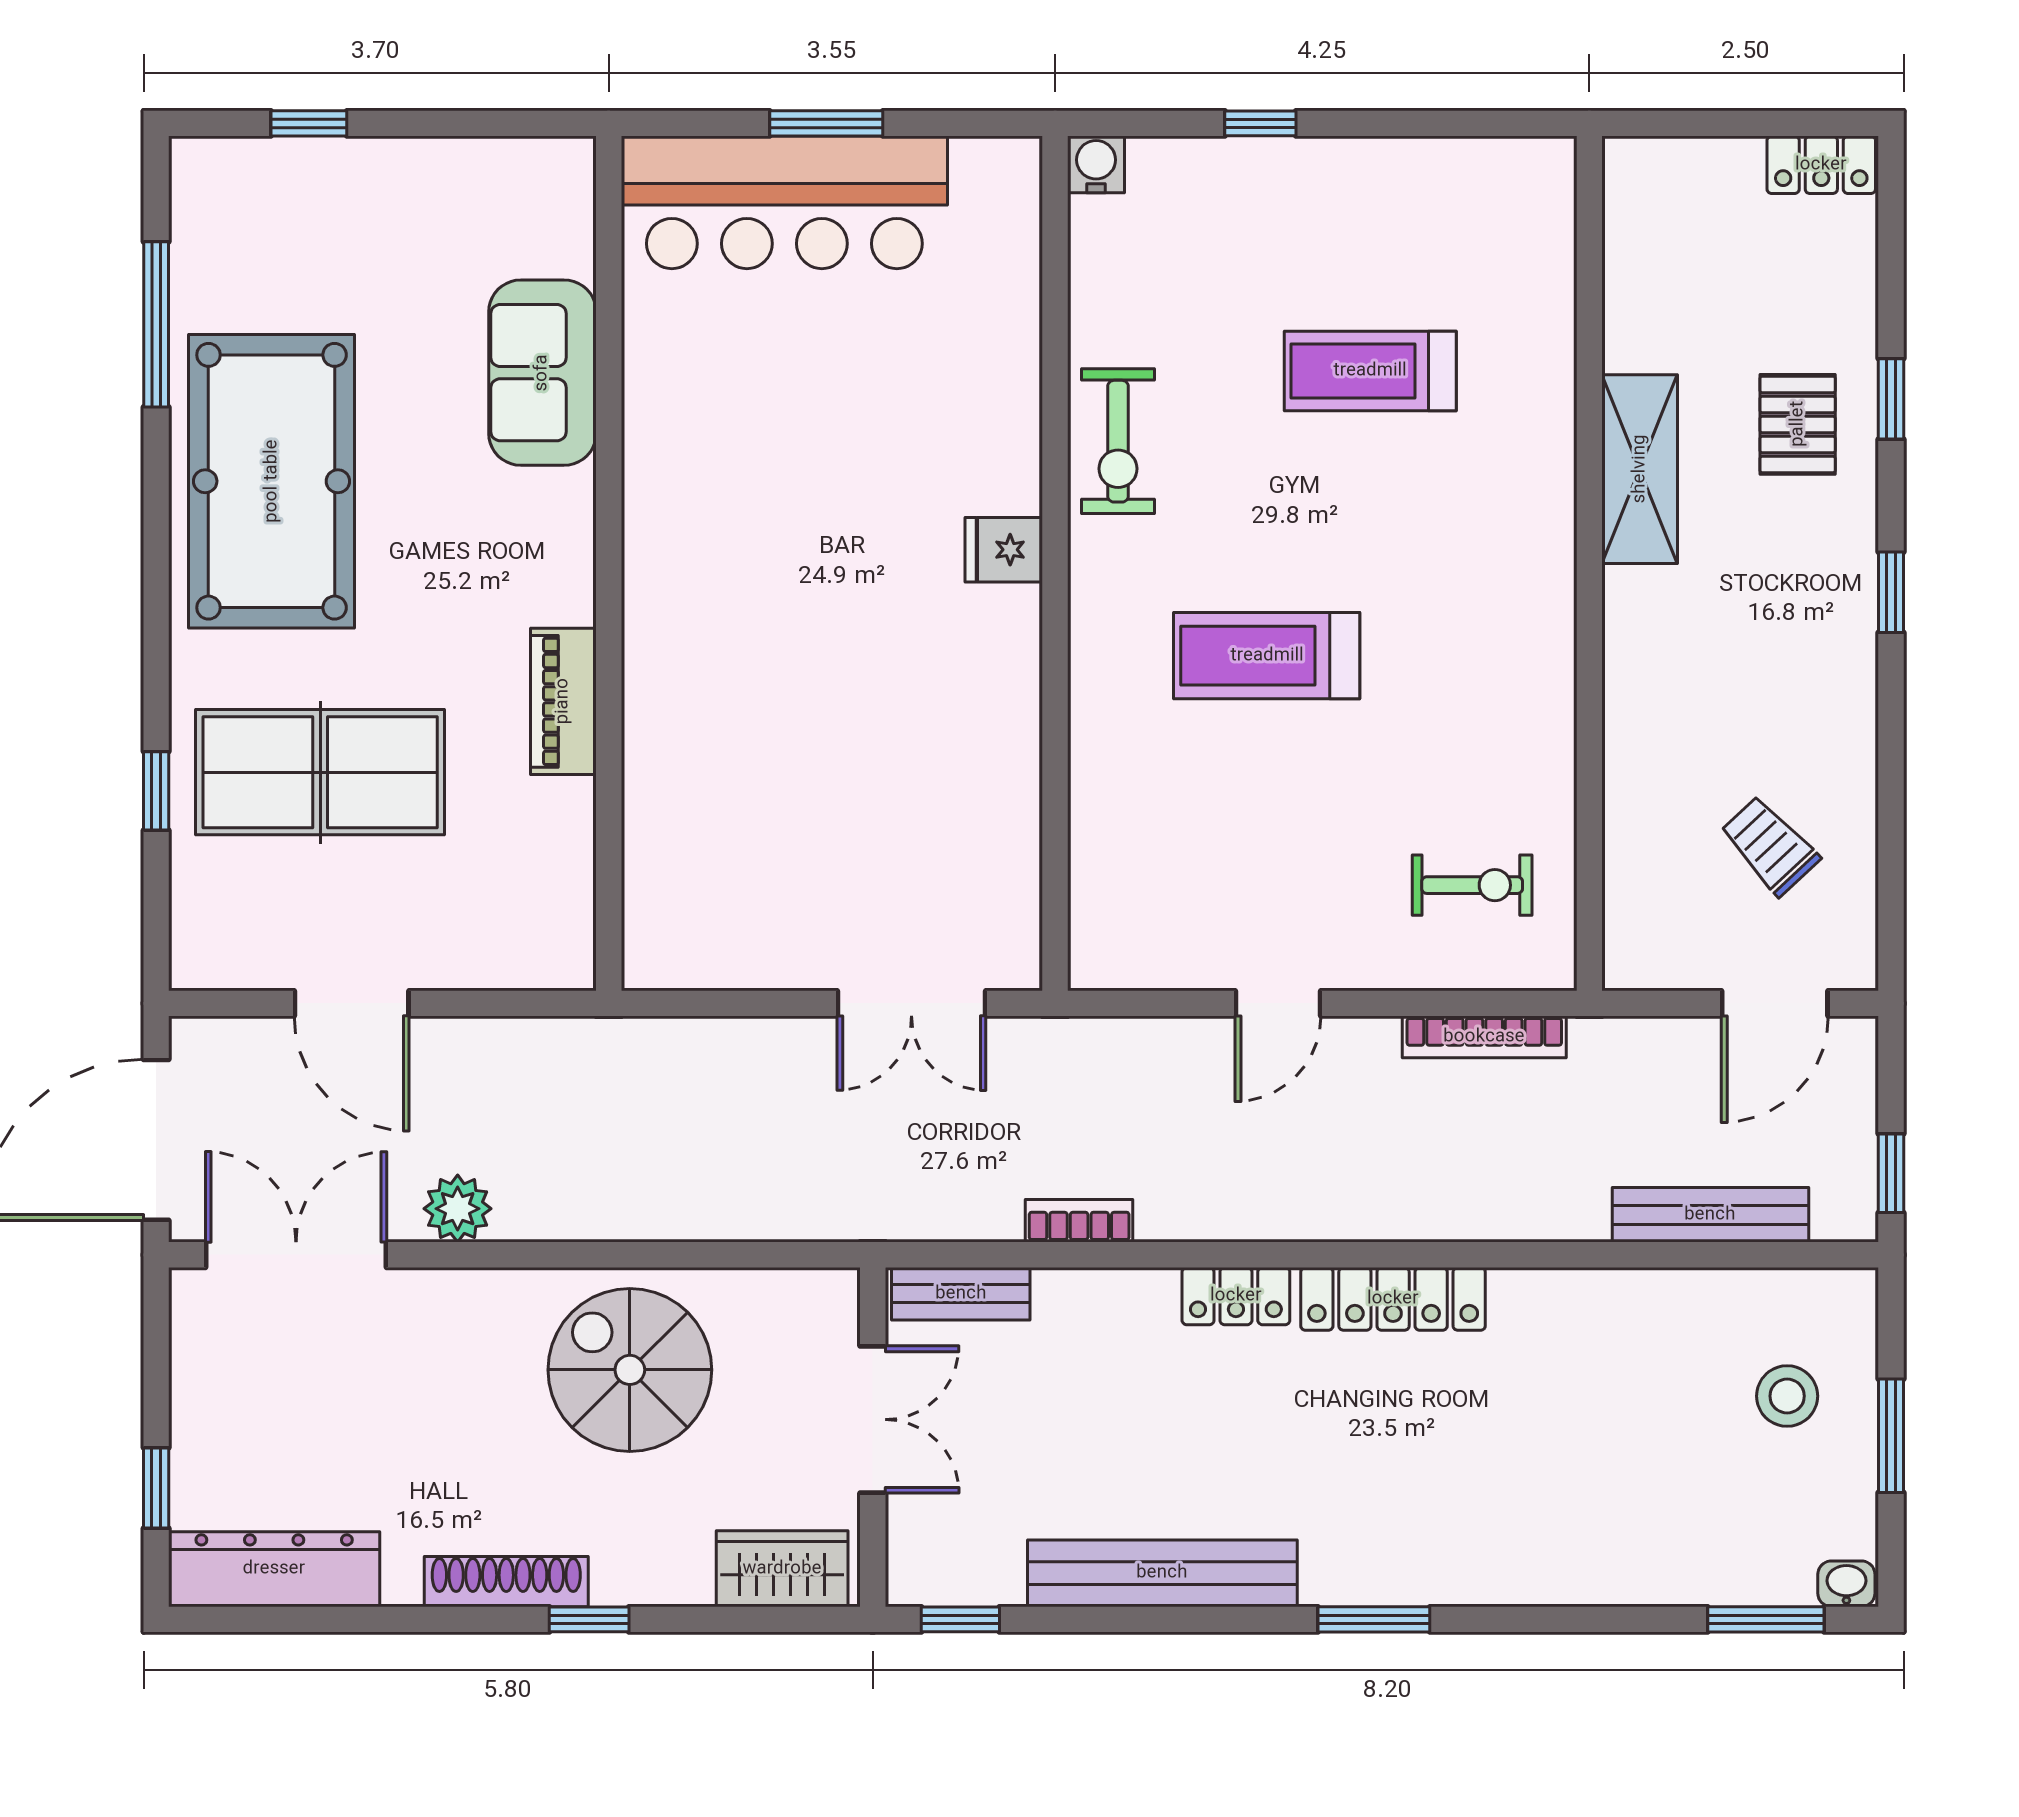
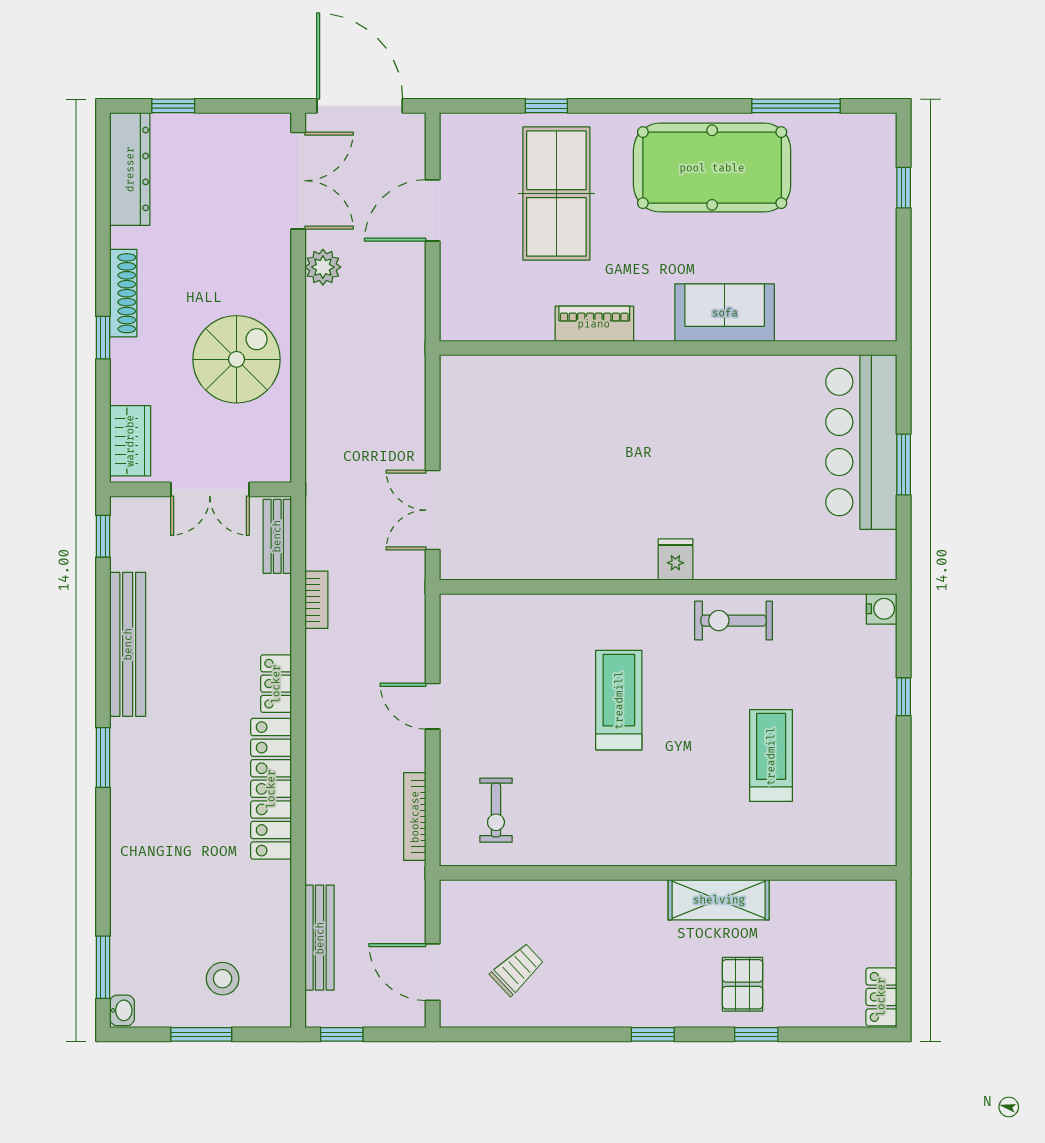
sofa: (542, 373) -> (725, 313), moved
pallet: (1798, 424) -> (743, 984), turned 90
locker: (1393, 1299) -> (271, 789), width x1.41, depth x1.21

